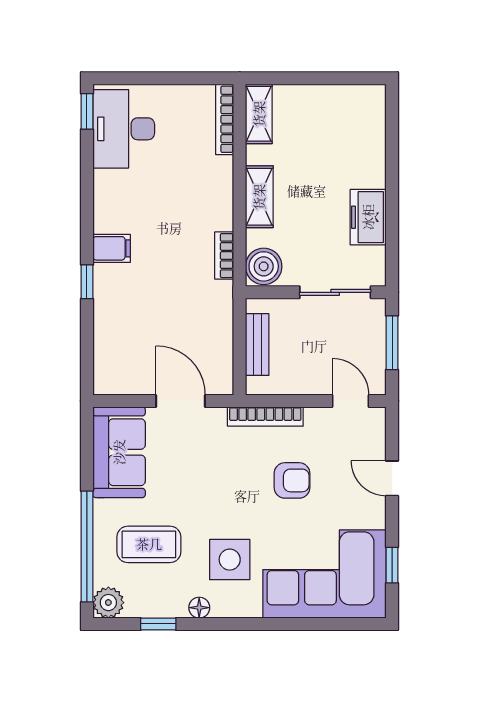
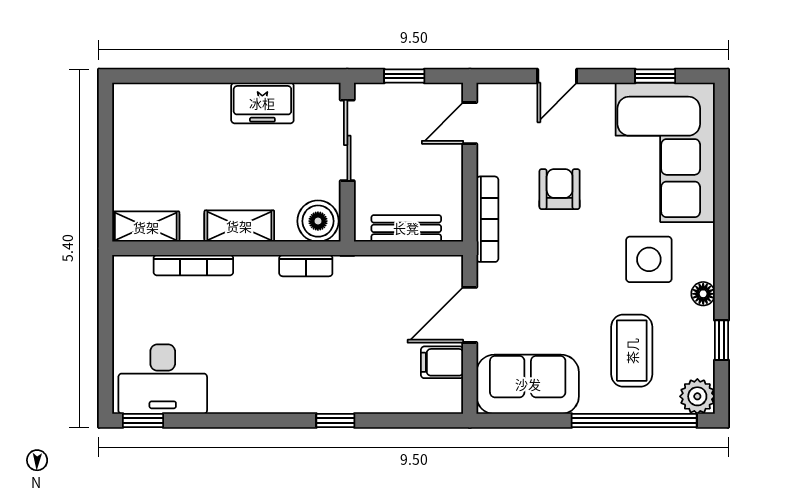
bookcase: (225, 119) -> (193, 265), moved
filing cabinet: (112, 248) -> (442, 362), moved, turned -90
window: (392, 343) -> (404, 76), width x0.67

